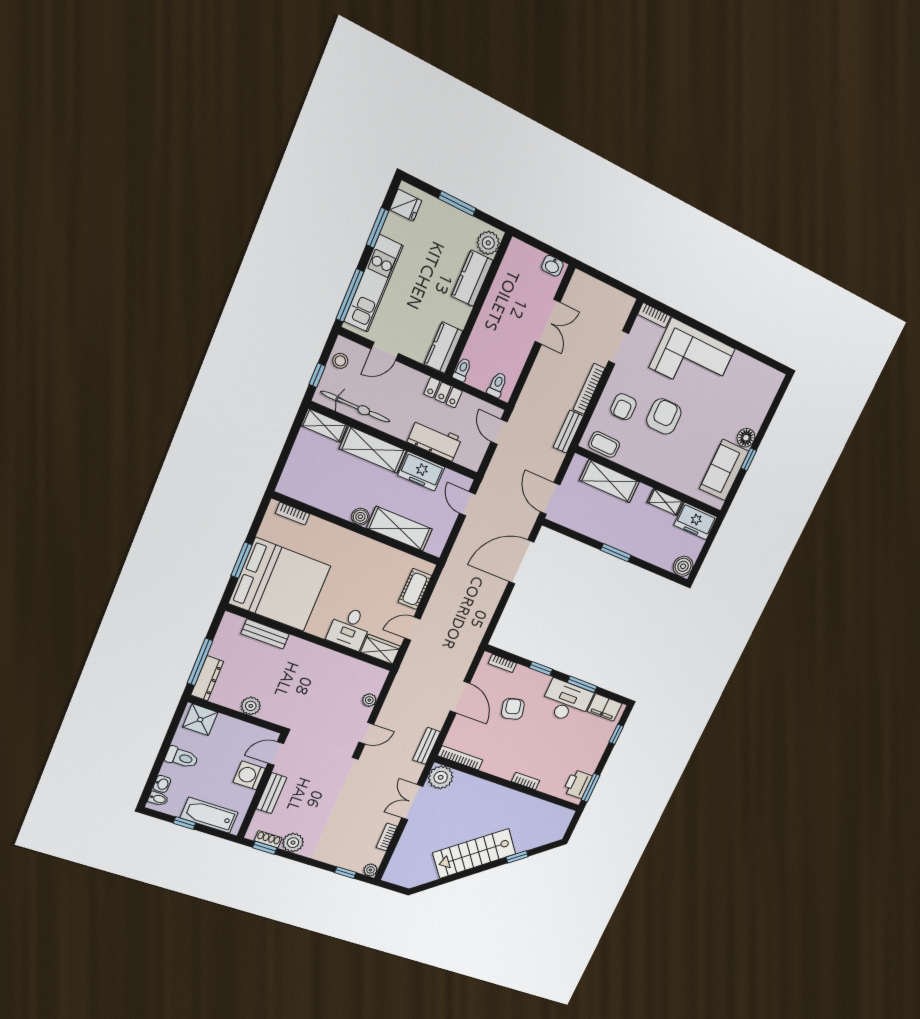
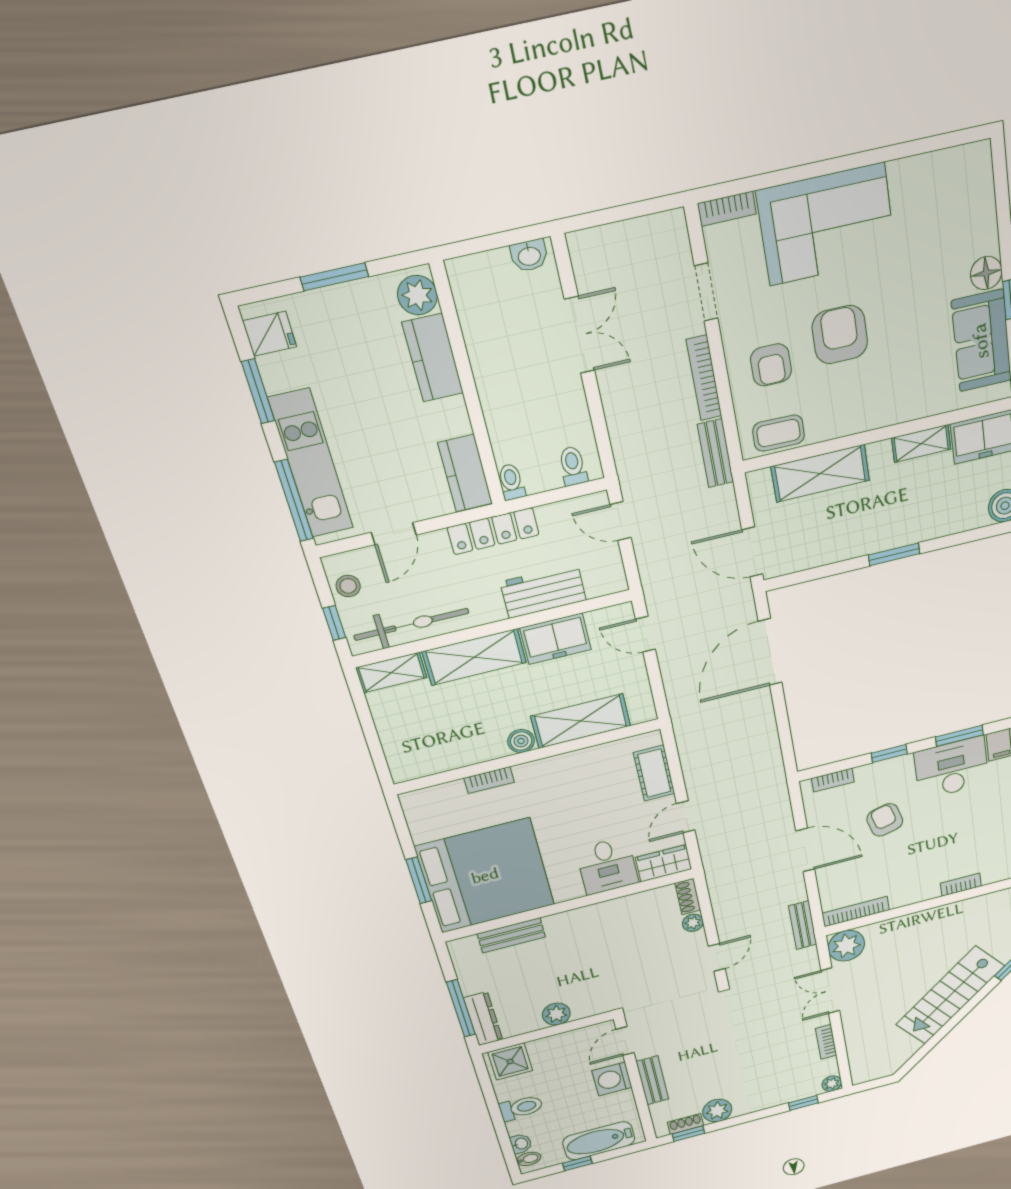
locker: (443, 392) -> (493, 531), width x1.53
bookcase: (292, 514) -> (489, 780), moved
shoe rack: (378, 681) -> (688, 897), added

